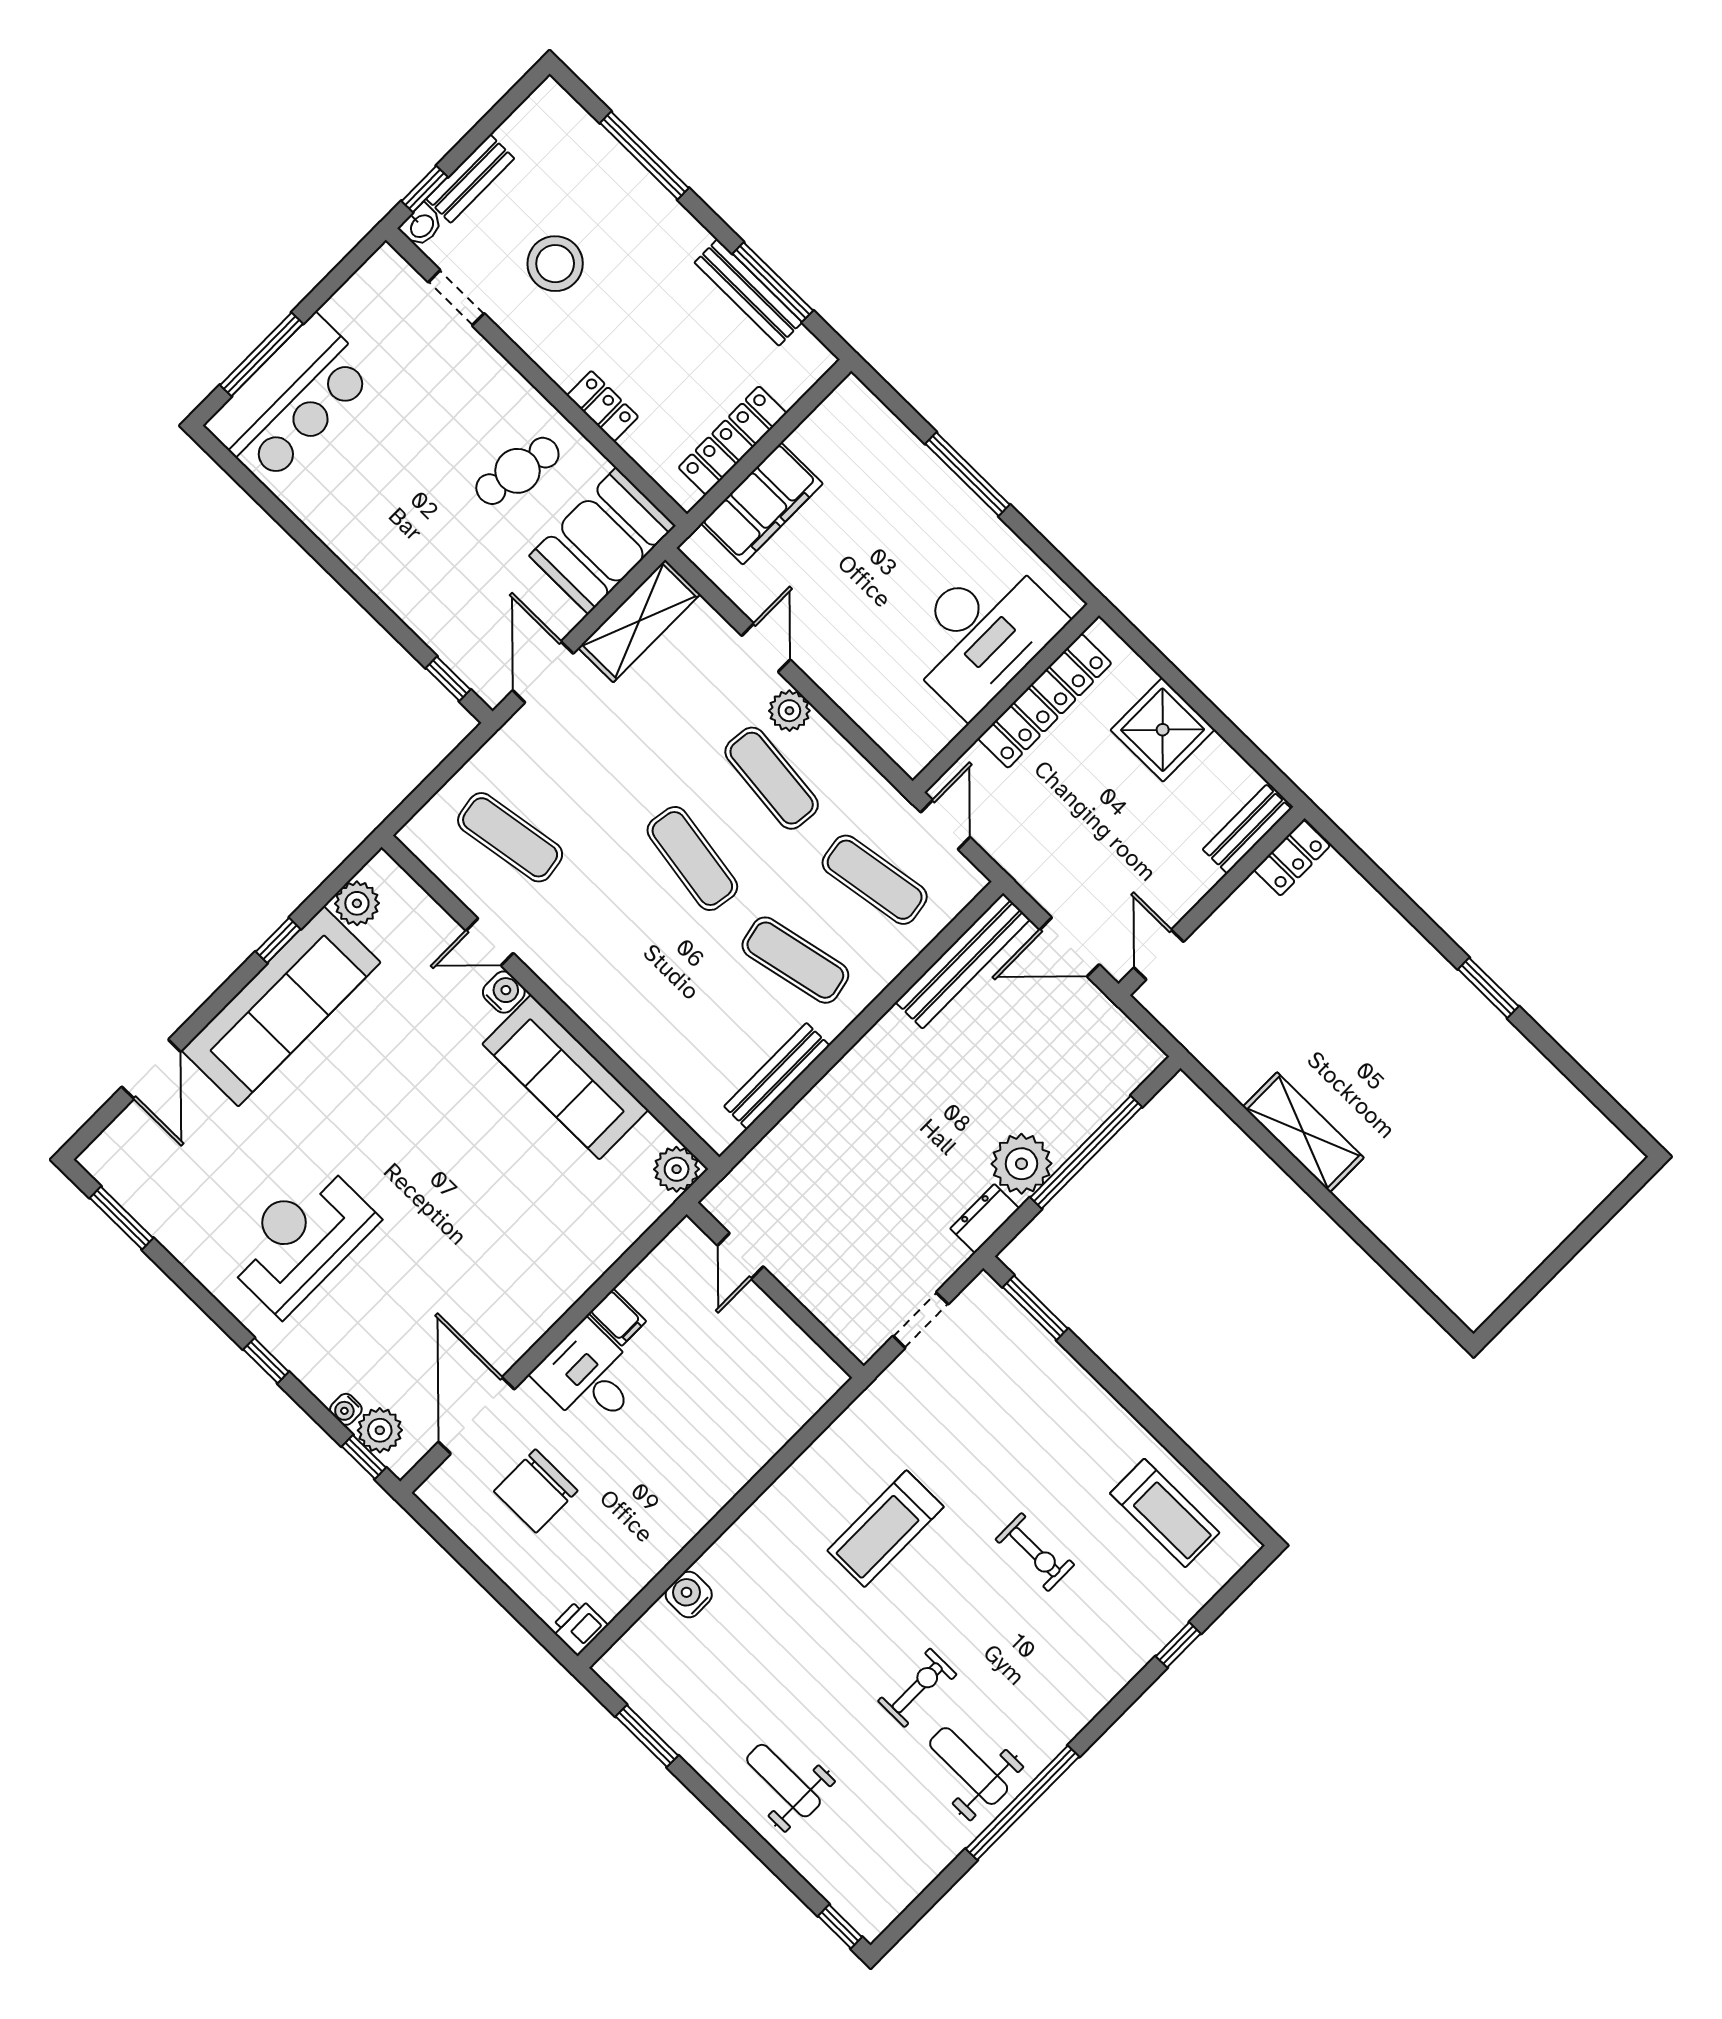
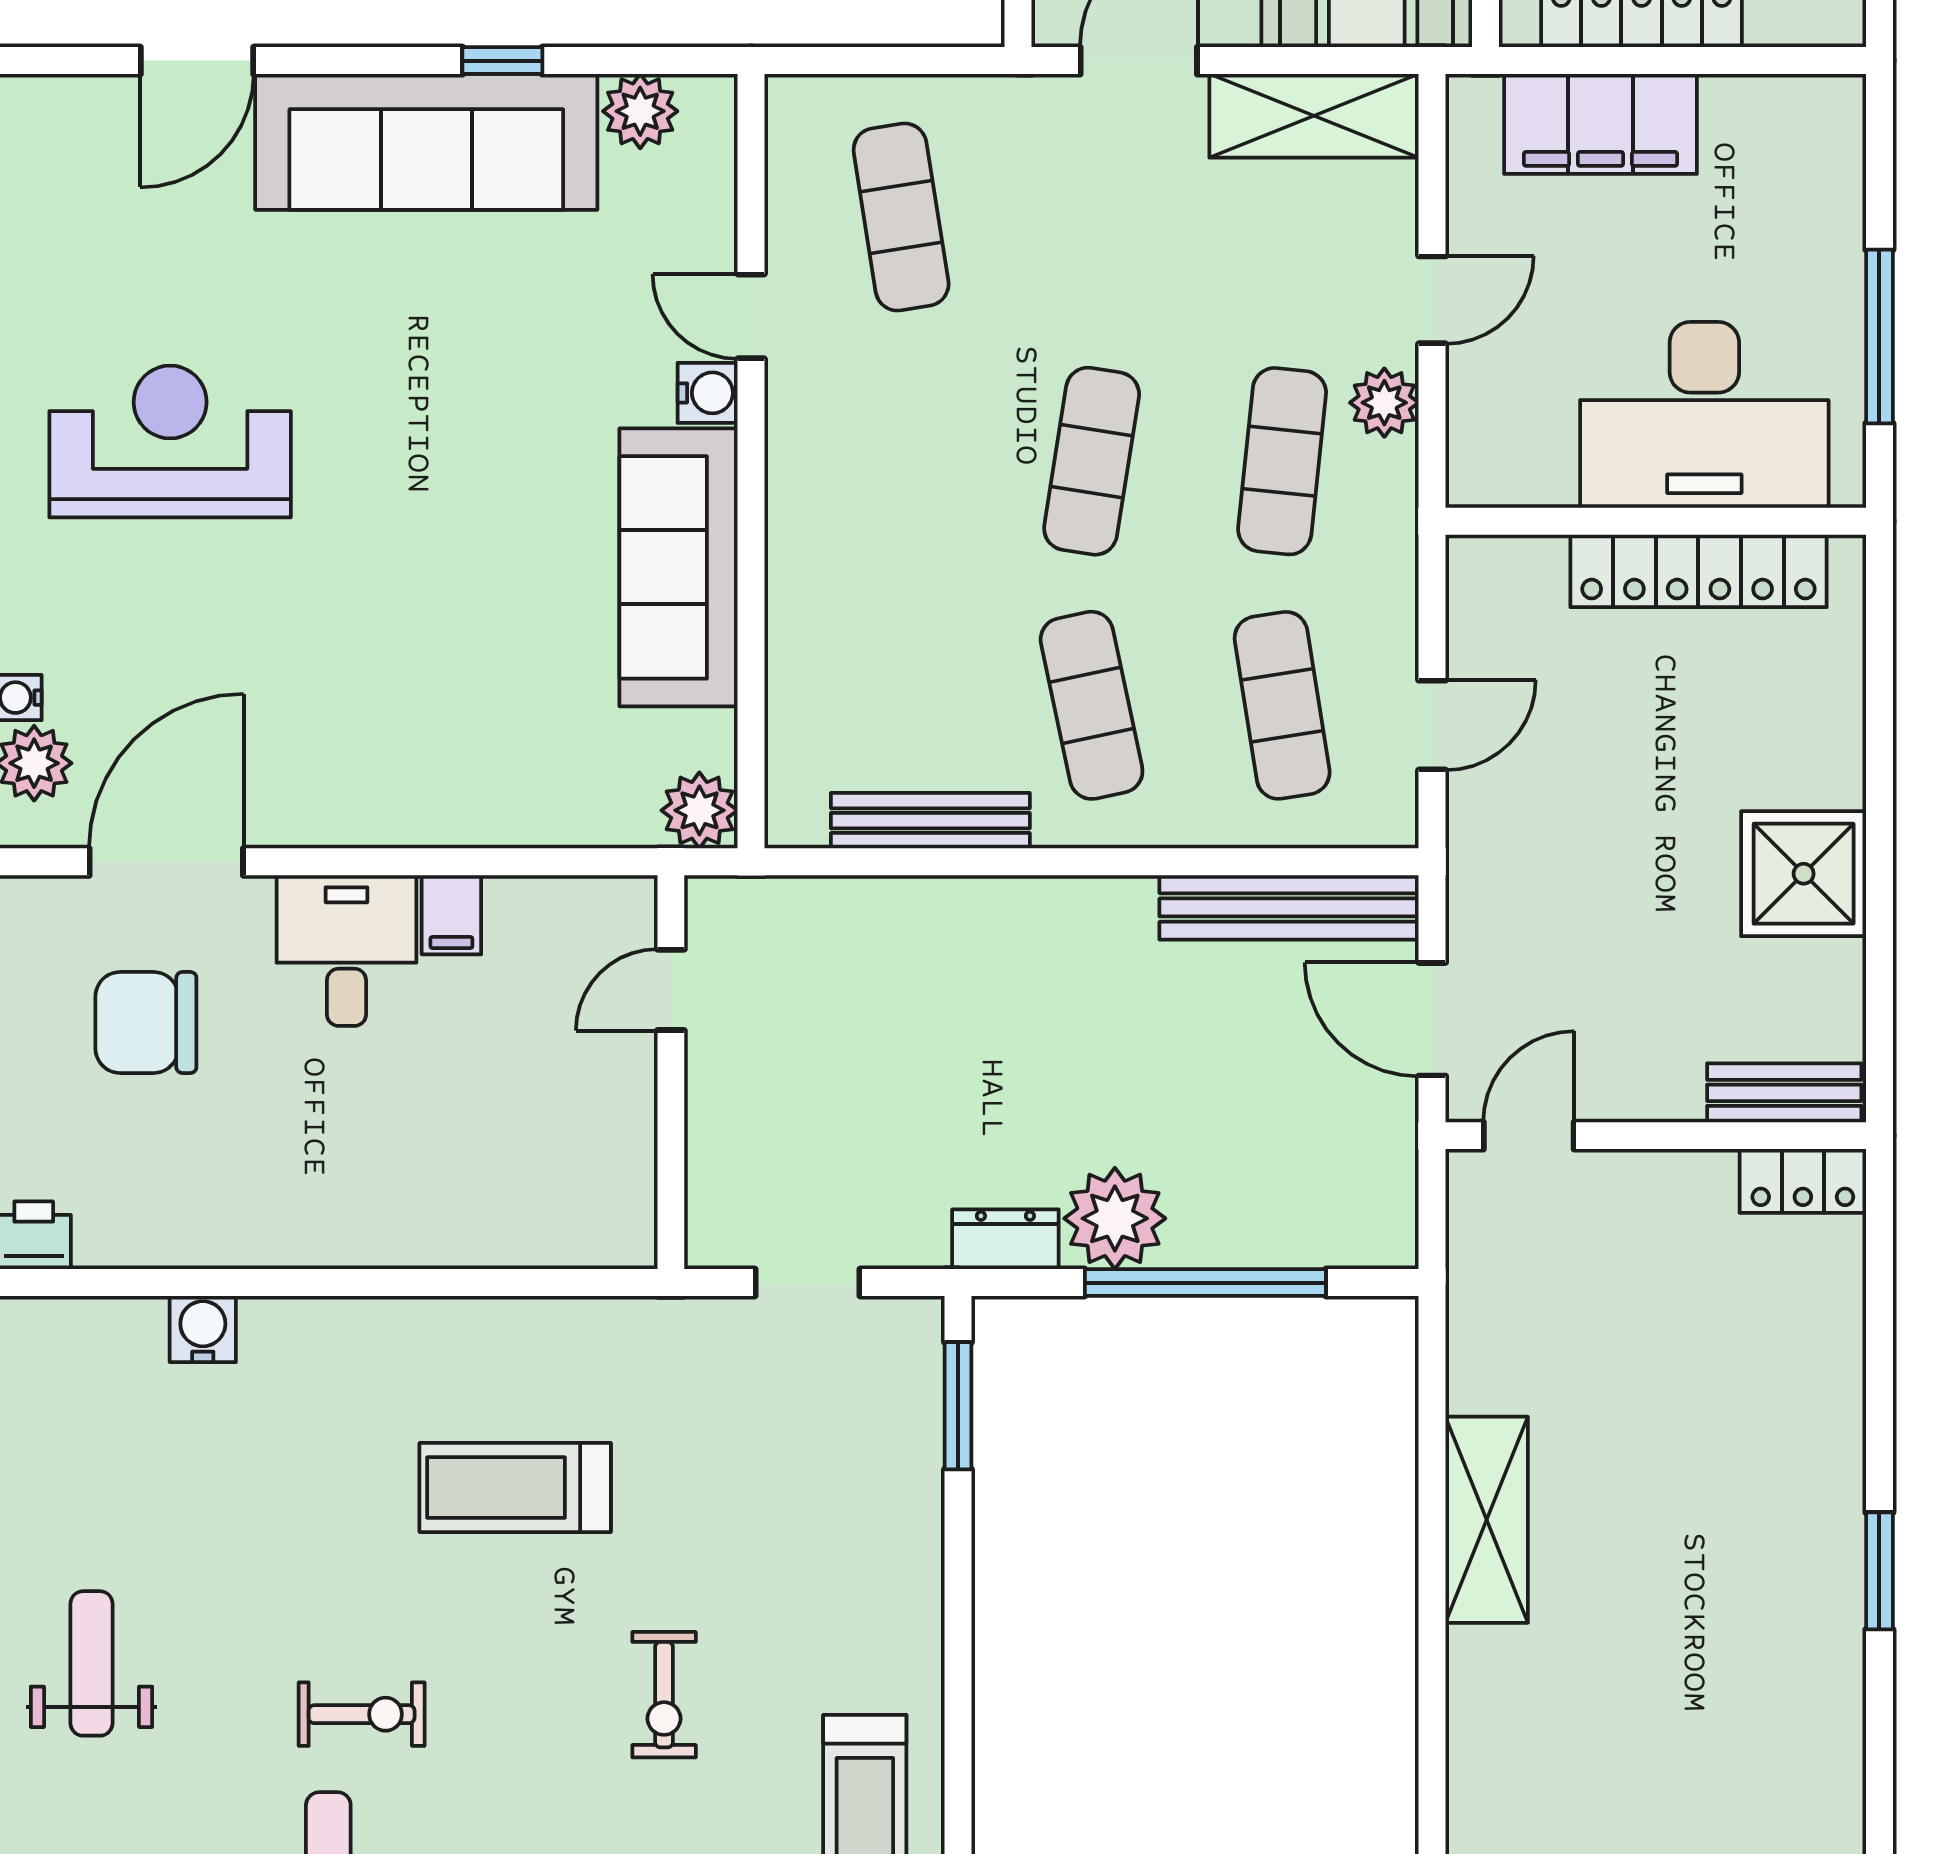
desk: (981, 634) -> (1704, 415), moved
wall: (1006, 698) -> (1656, 521), moved
locker: (1045, 701) -> (1698, 571), moved

